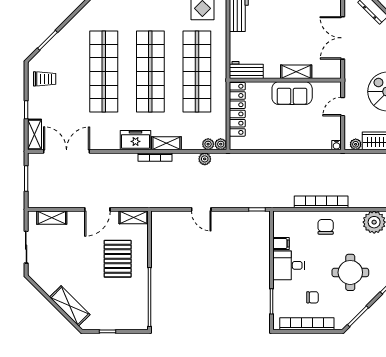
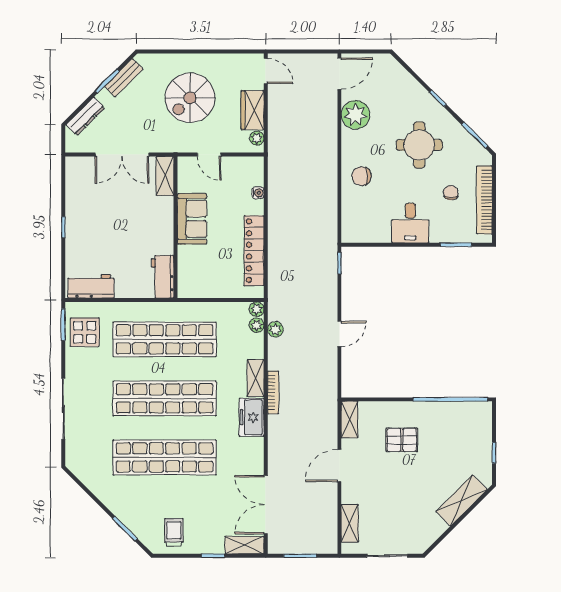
shelving: (296, 72) -> (165, 176), moved
locker: (237, 109) -> (254, 251), moved, turned -90
water cooler: (336, 145) -> (258, 193), moved
bookcase: (321, 202) -> (330, 182), removed
door: (97, 209) -> (339, 466), swing flipped
filing cabinet: (281, 244) -> (383, 233), removed
pallet: (118, 259) -> (402, 440), width x0.67, depth x0.71

